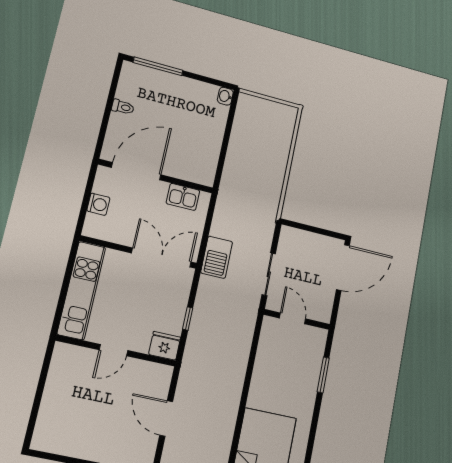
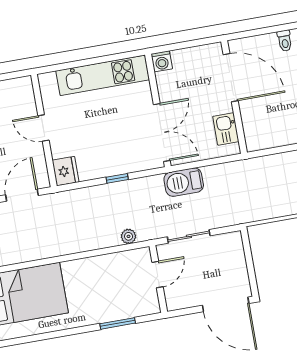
washing machine: (98, 204) -> (162, 61), moved
plant: (247, 331) -> (129, 236), added
fridge: (165, 346) -> (66, 171), moved
door: (113, 350) -> (43, 128), moved
wall: (116, 351) -> (44, 131), moved

